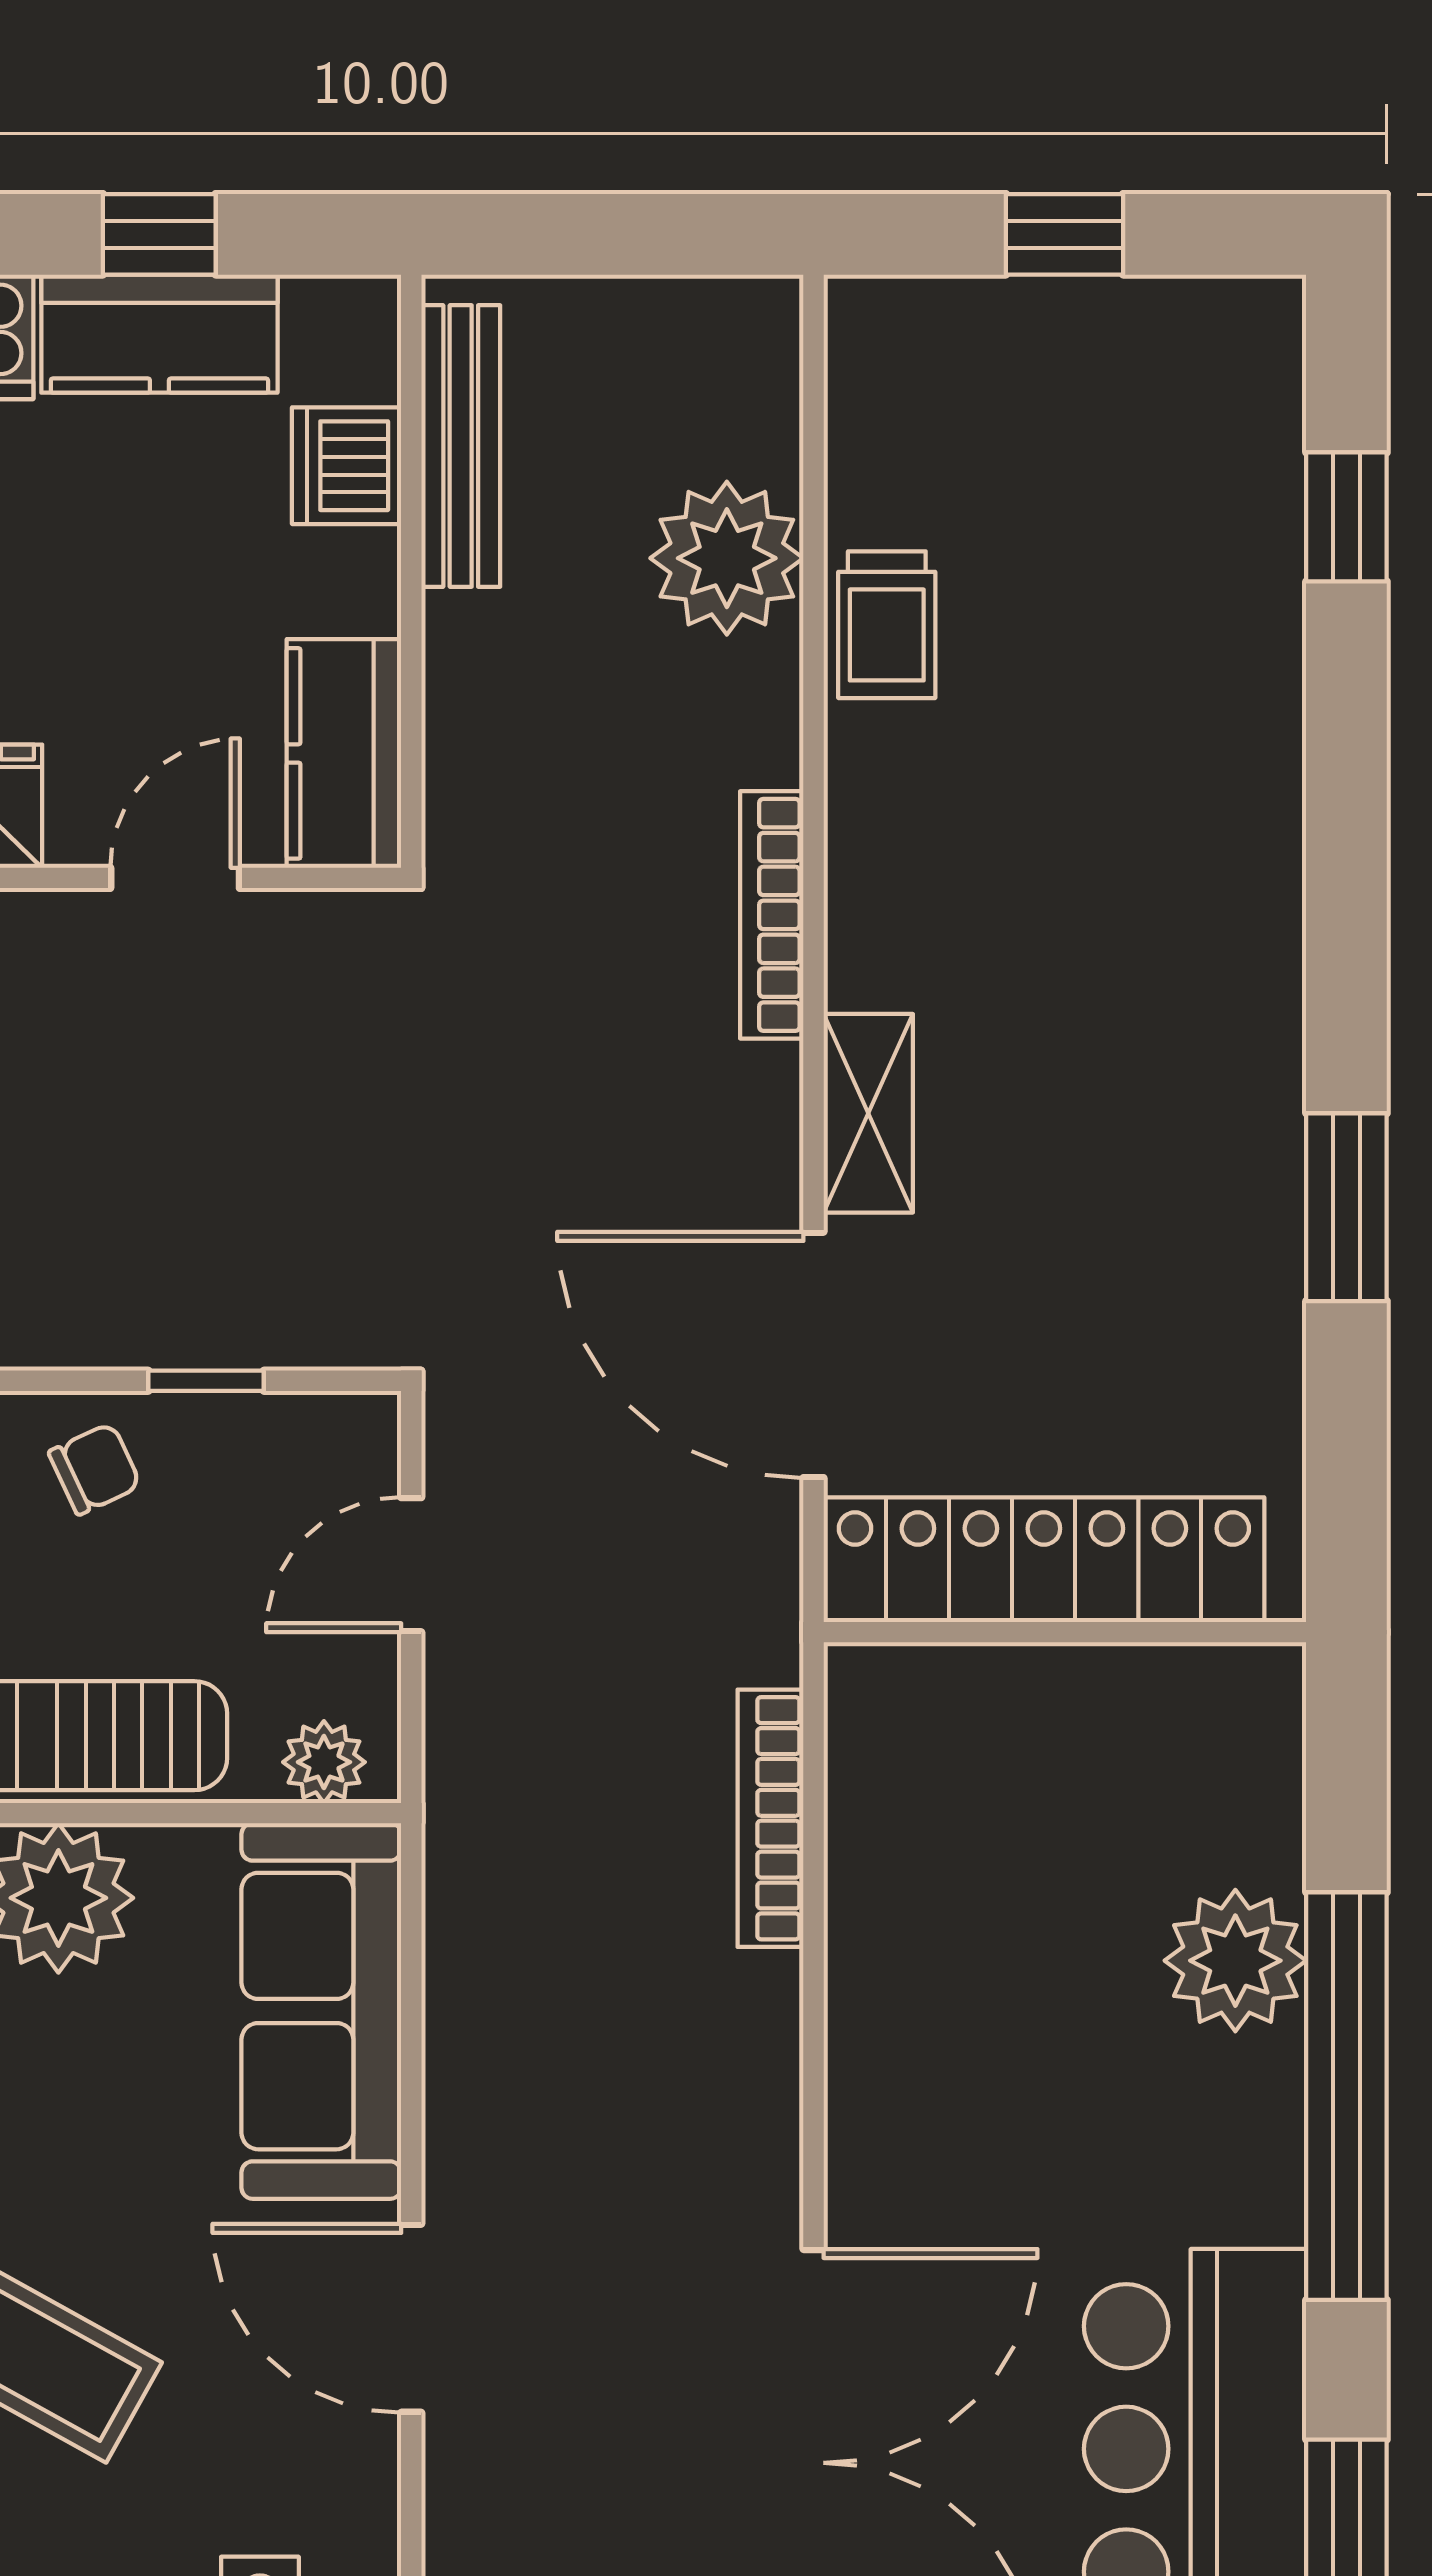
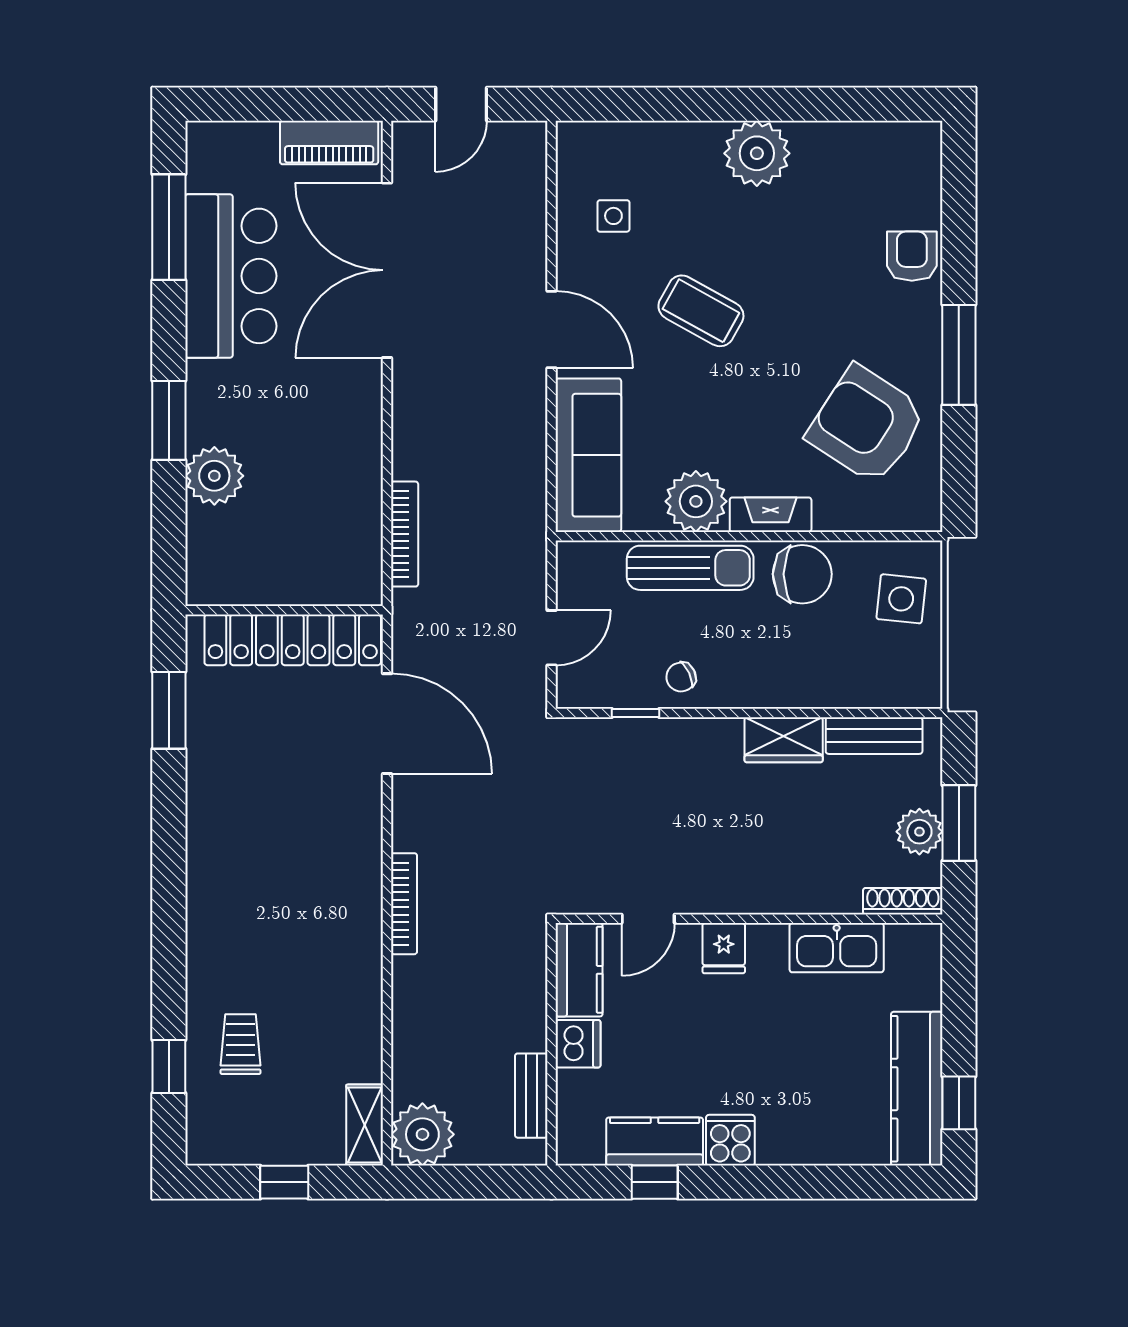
bench: (461, 446) -> (531, 1096), width x0.73
dishwasher: (347, 466) -> (578, 1044), moved
plant: (727, 558) -> (422, 1134), moved
trolley: (887, 625) -> (241, 1044), moved
shelving: (868, 1113) -> (365, 1125), moved
window: (1346, 1207) -> (169, 710), moved
plant: (324, 1762) -> (587, 557), removed
window: (1346, 2096) -> (169, 420), width x0.47

